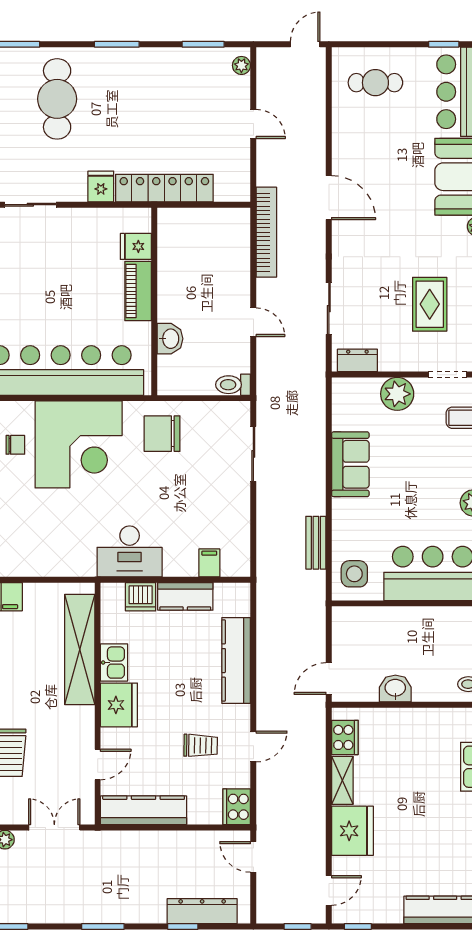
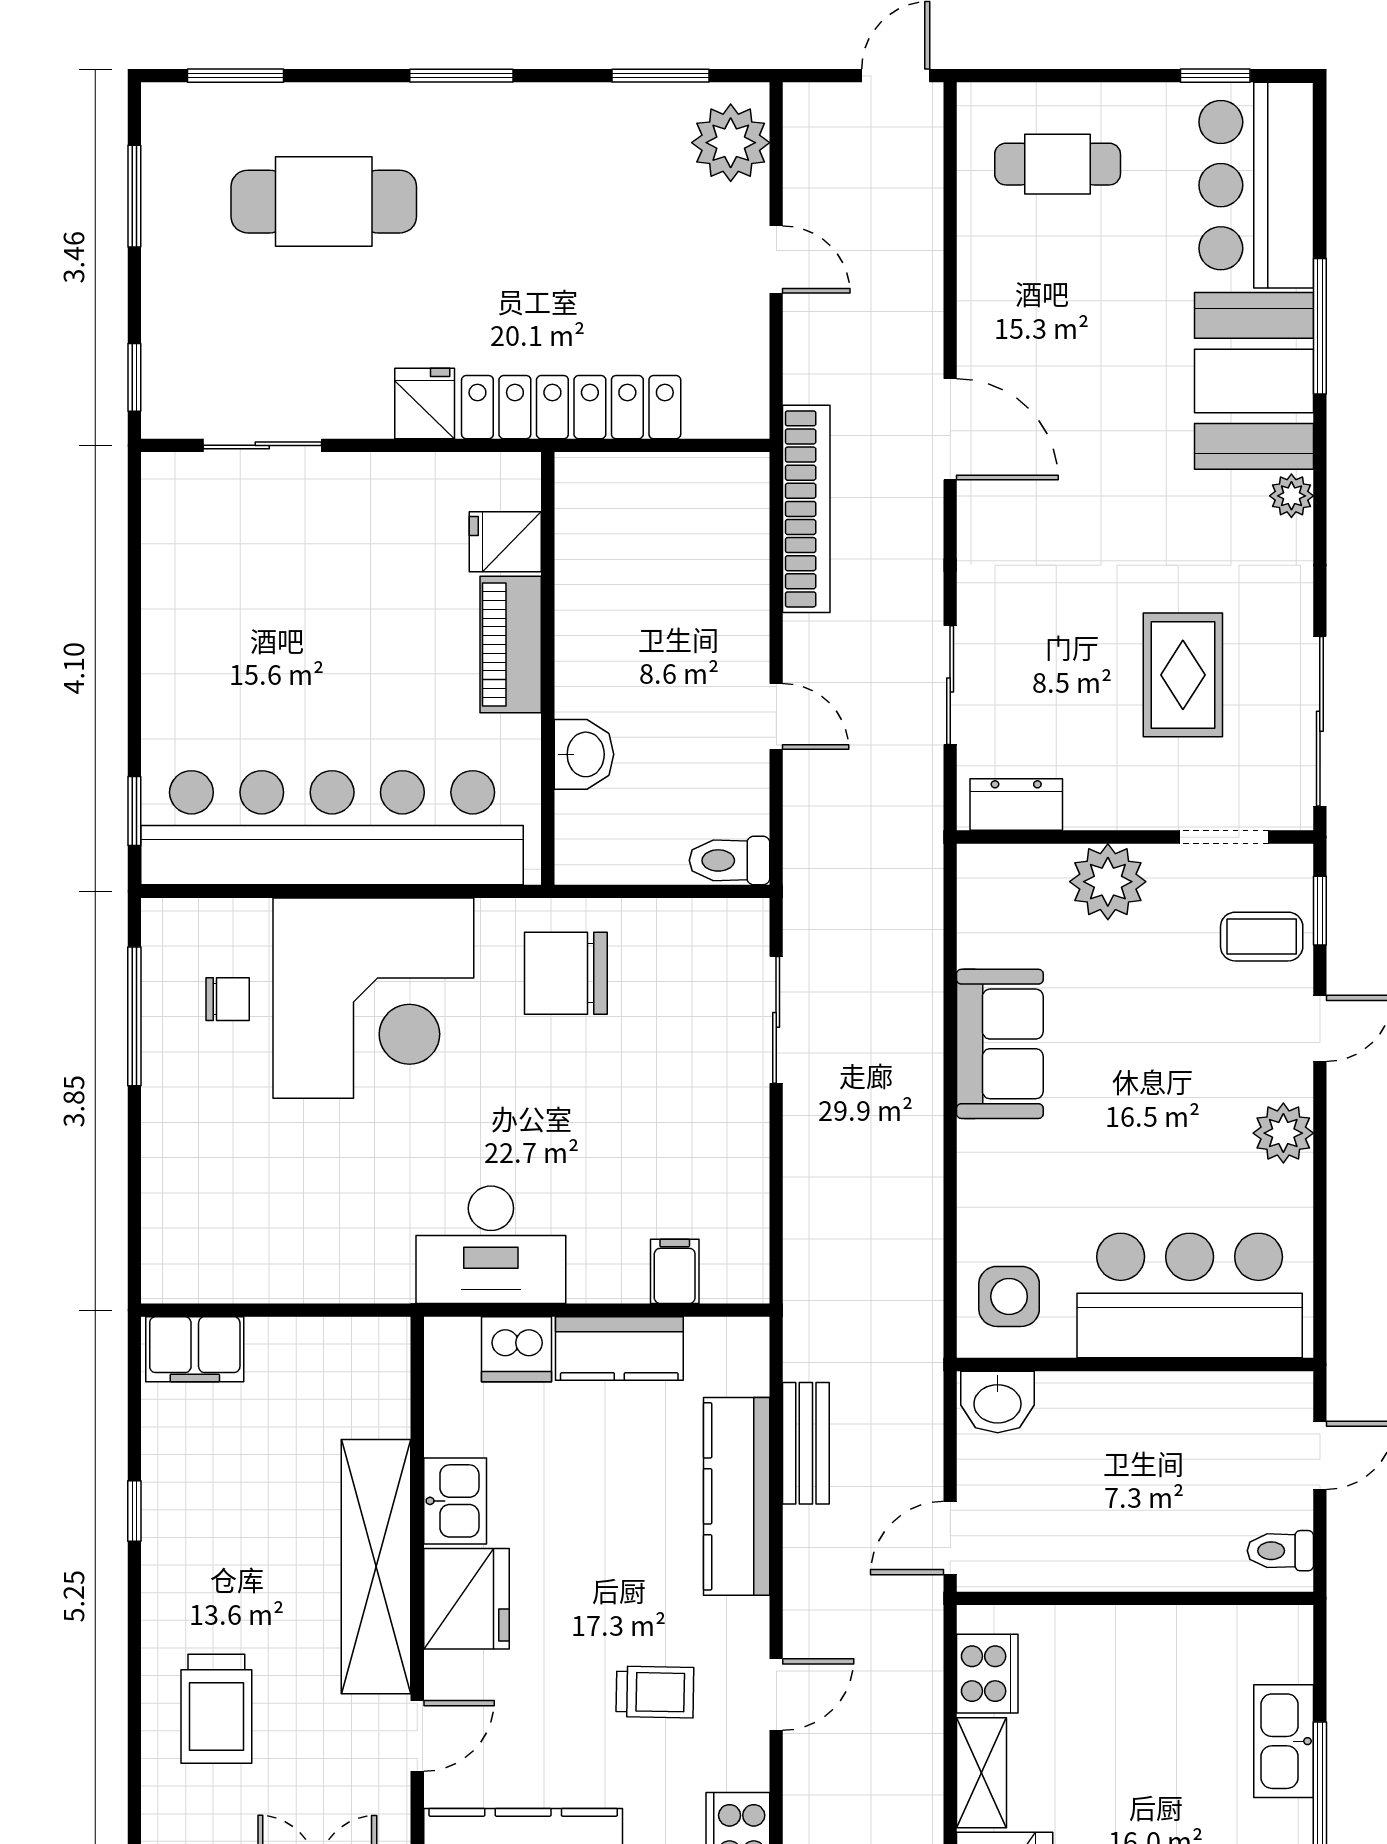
plant: (241, 65) -> (731, 143), width x1.87, depth x1.87
cafe table: (57, 99) -> (324, 202), turned 90
bench: (316, 543) -> (806, 1443), moved
shelving: (80, 650) -> (376, 1567), moved
washbasin: (395, 689) -> (998, 1402), moved, turned 180

